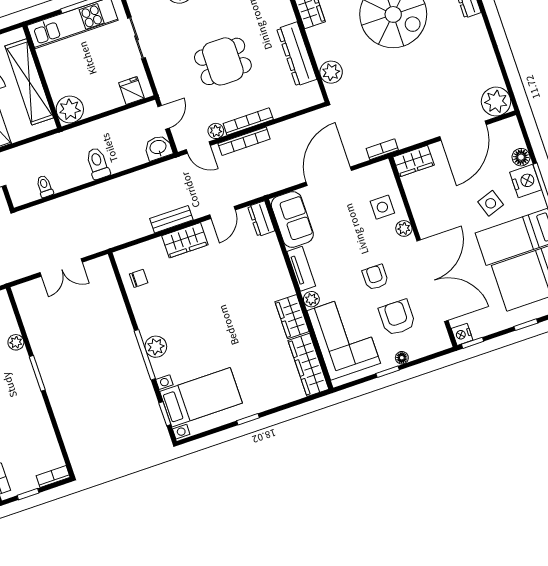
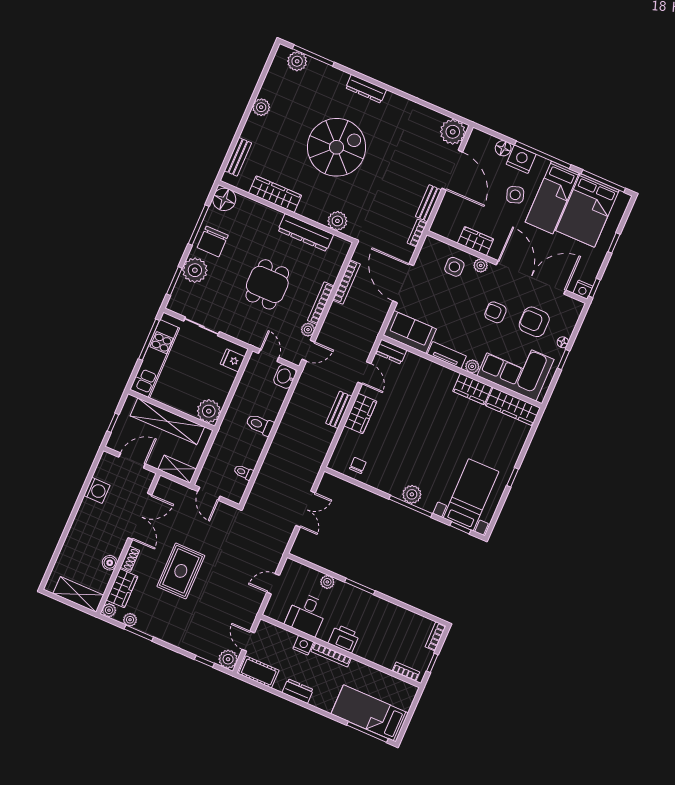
bench: (417, 136) -> (428, 203), added
bookcase: (244, 141) -> (346, 282), moved
wardrobe: (414, 161) -> (475, 241), moved, turned -90

